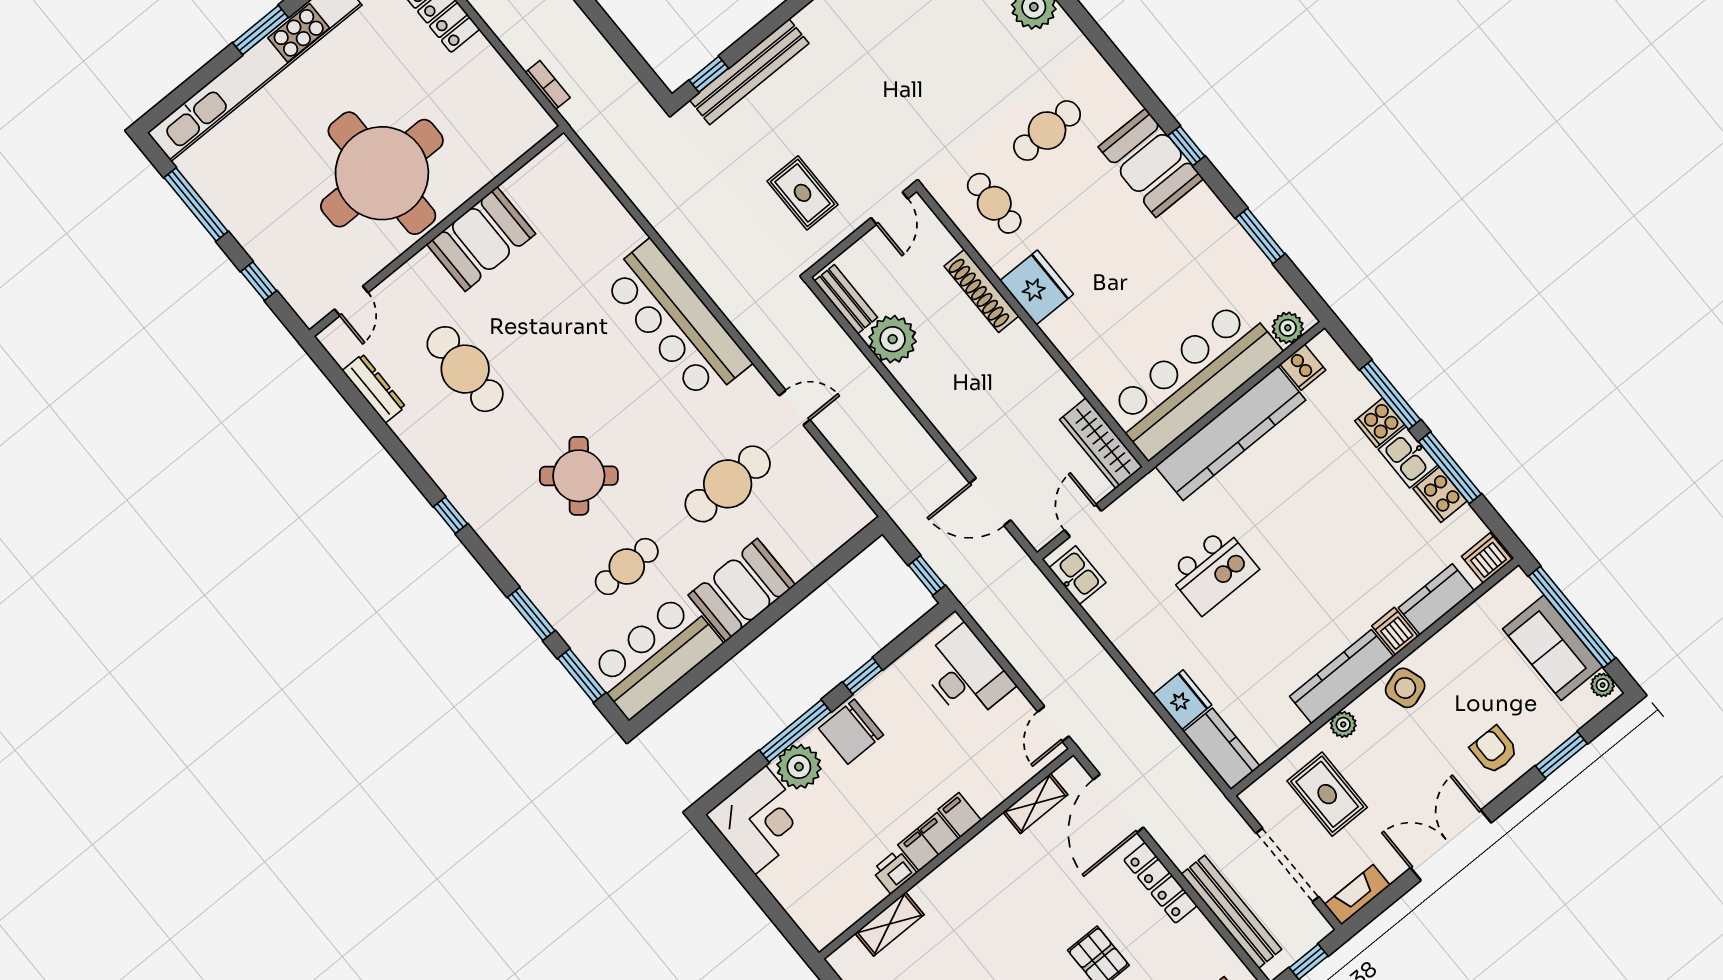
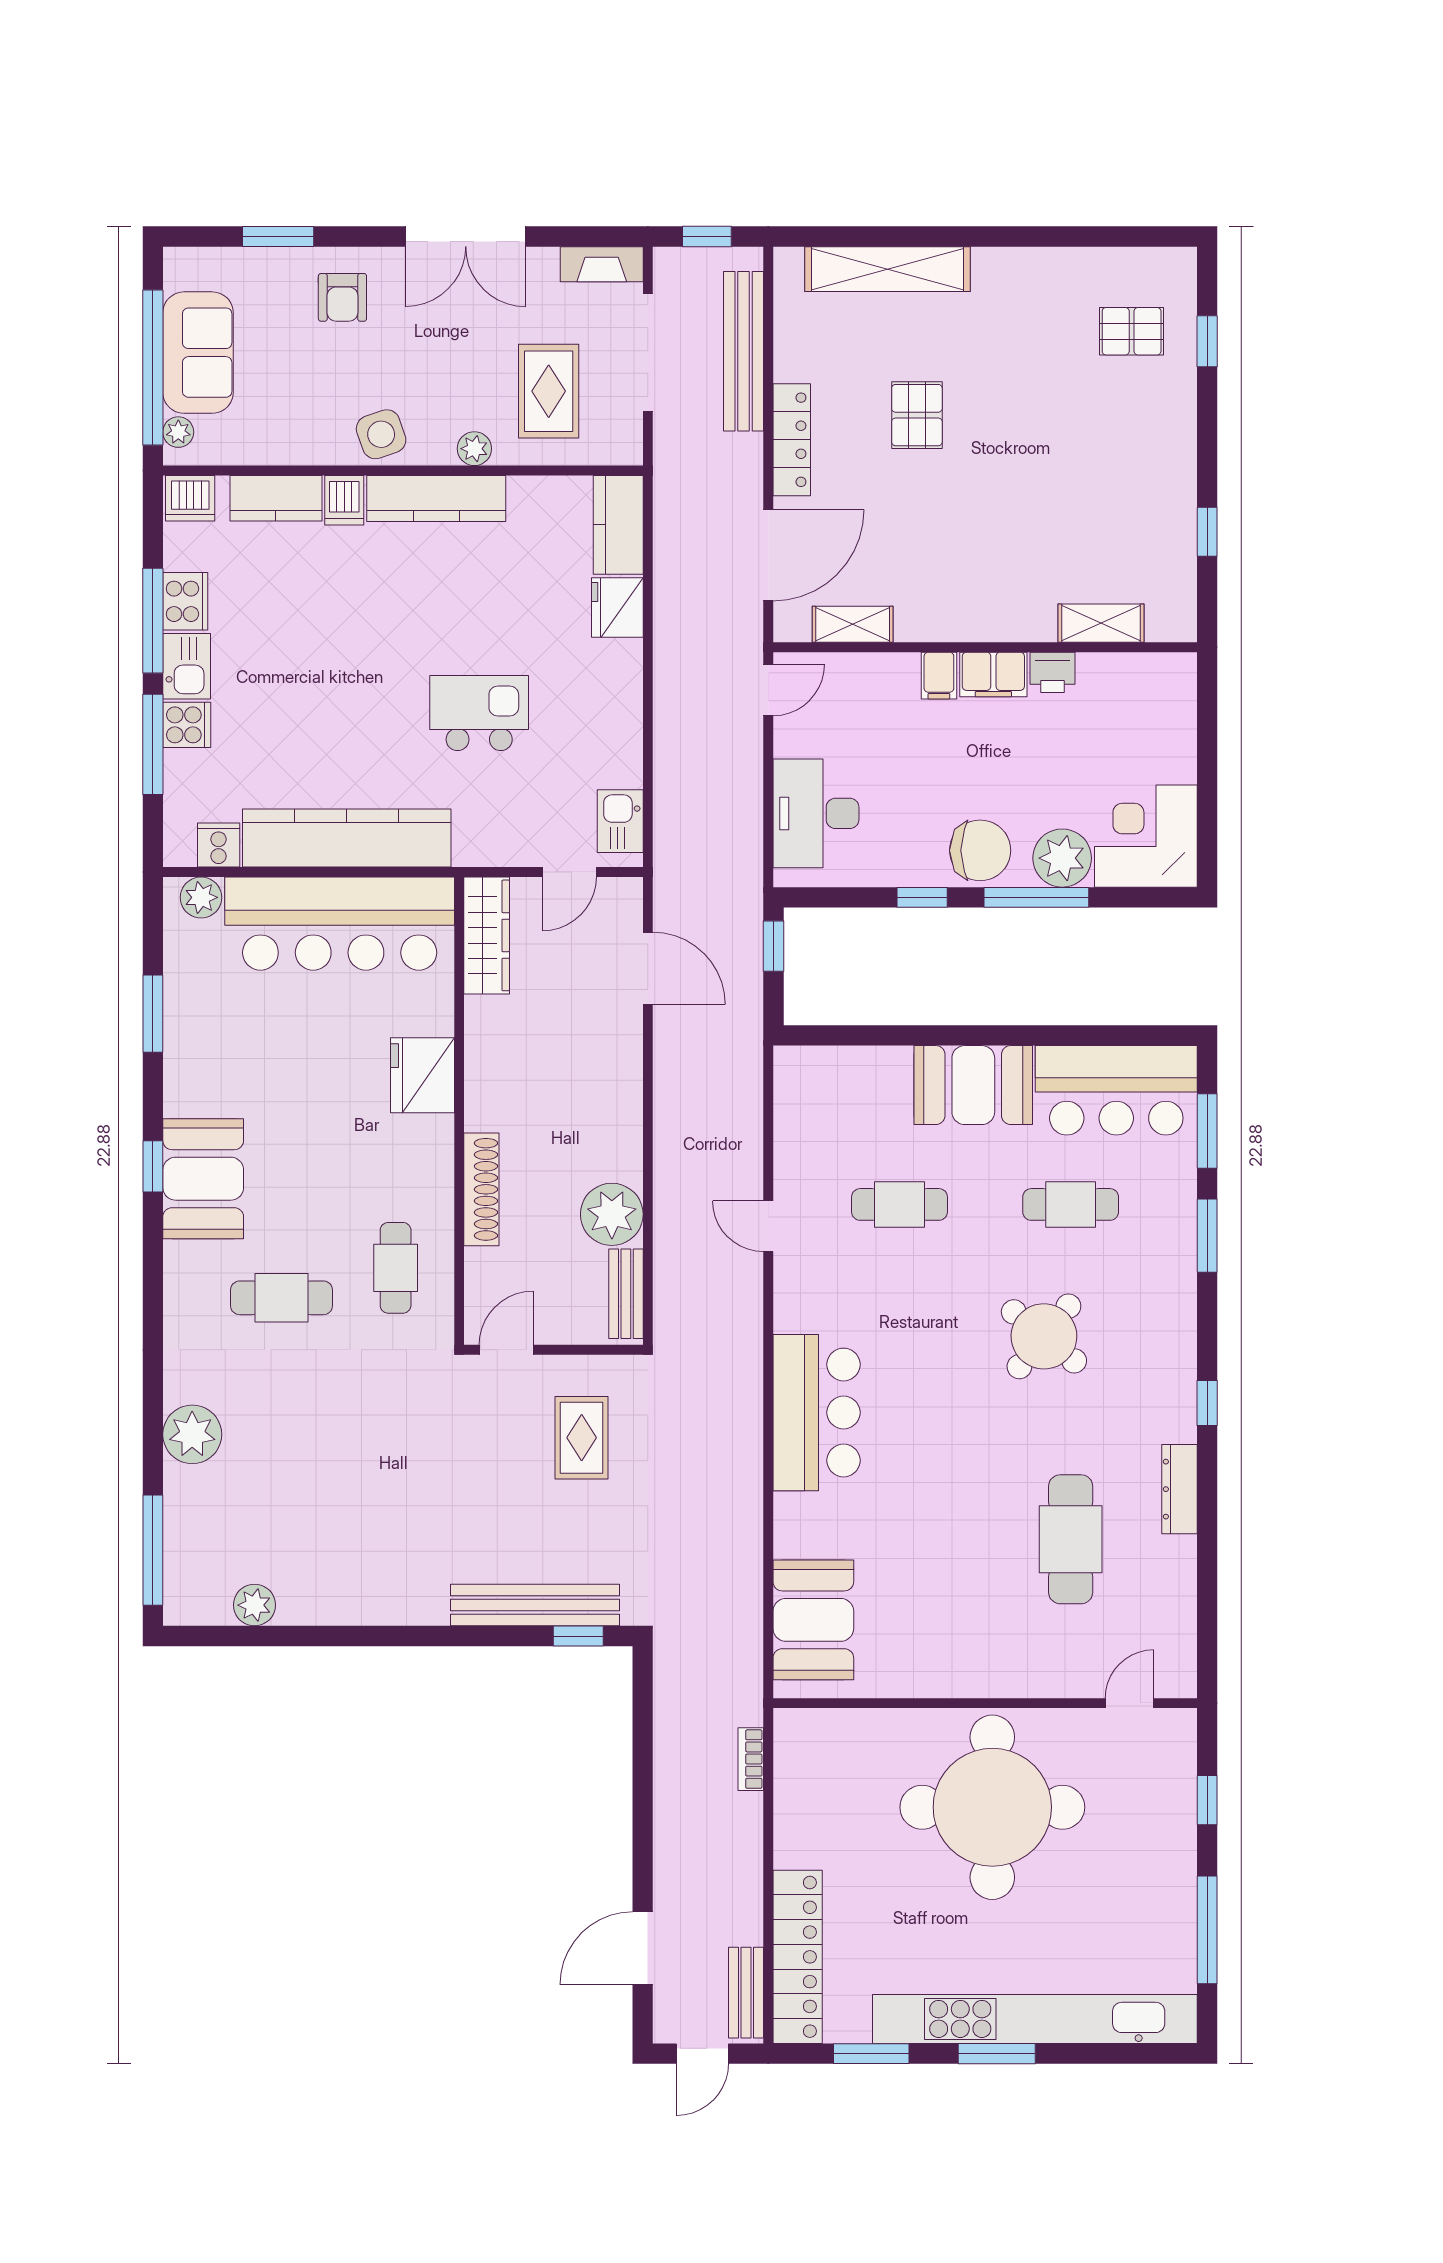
booth: (481, 239) -> (813, 1620), moved, turned 90
fridge: (1037, 287) -> (422, 1075), moved
bar counter: (676, 321) -> (817, 1413), width x0.73
dresser: (374, 389) -> (1180, 1489), moved
cafe table: (728, 484) -> (900, 1204), width x0.73, depth x0.74
plant: (1603, 685) -> (178, 432), moved

